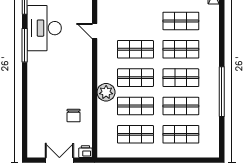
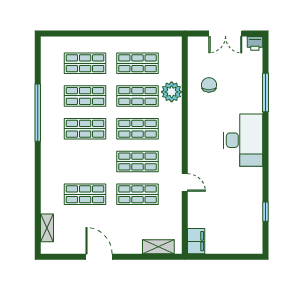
desk: (44, 28) -> (243, 140), moved
window: (25, 45) -> (266, 92), moved
shop shelf: (181, 49) -> (137, 194), moved
plant: (106, 92) -> (172, 92), moved
printer: (85, 152) -> (255, 43), moved

